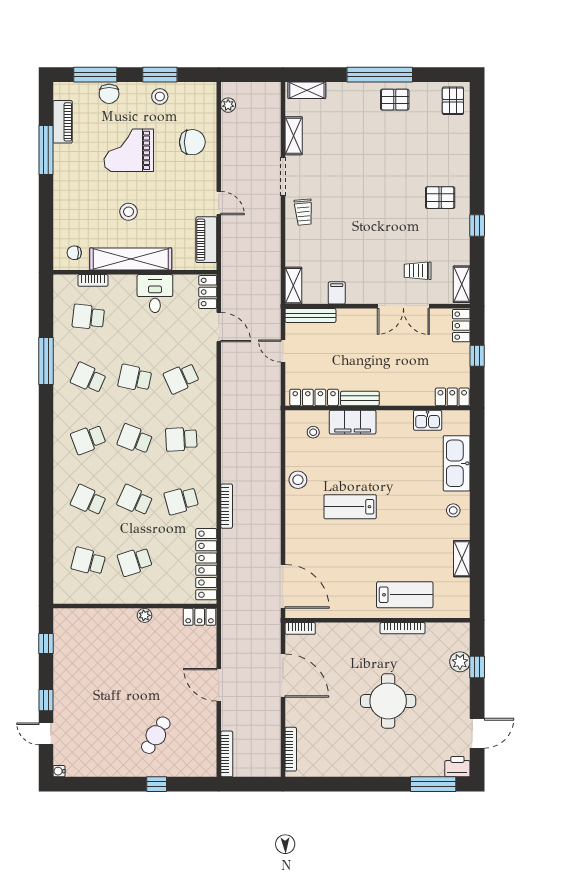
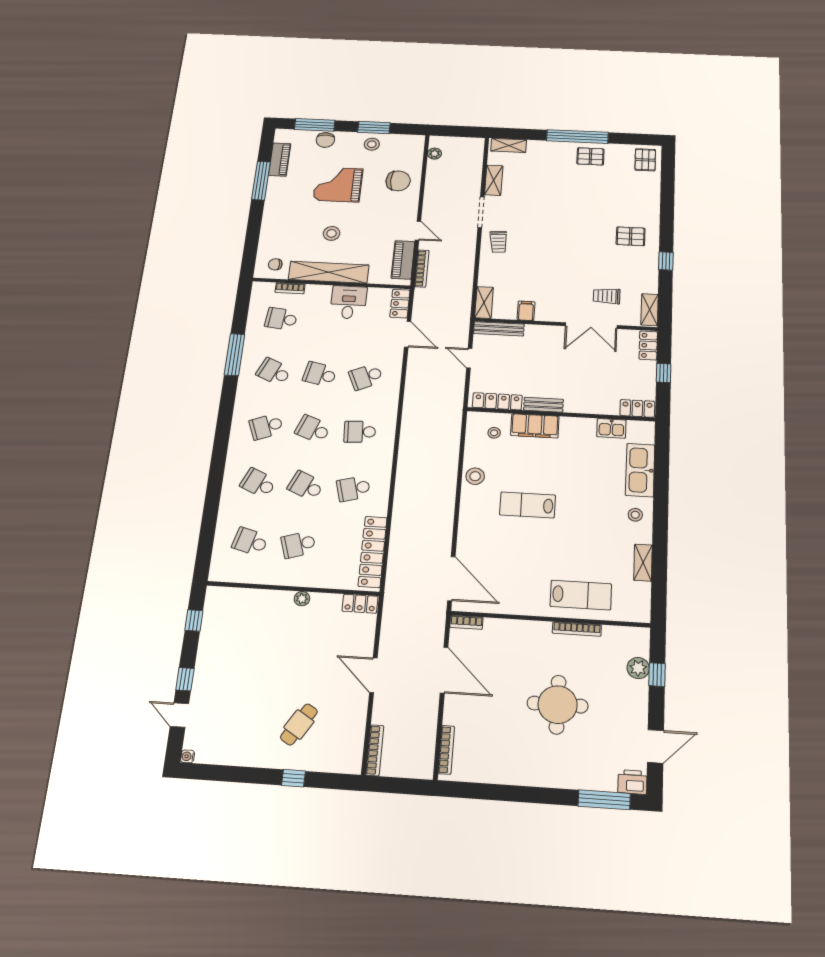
bookcase: (227, 506) -> (422, 269), moved

